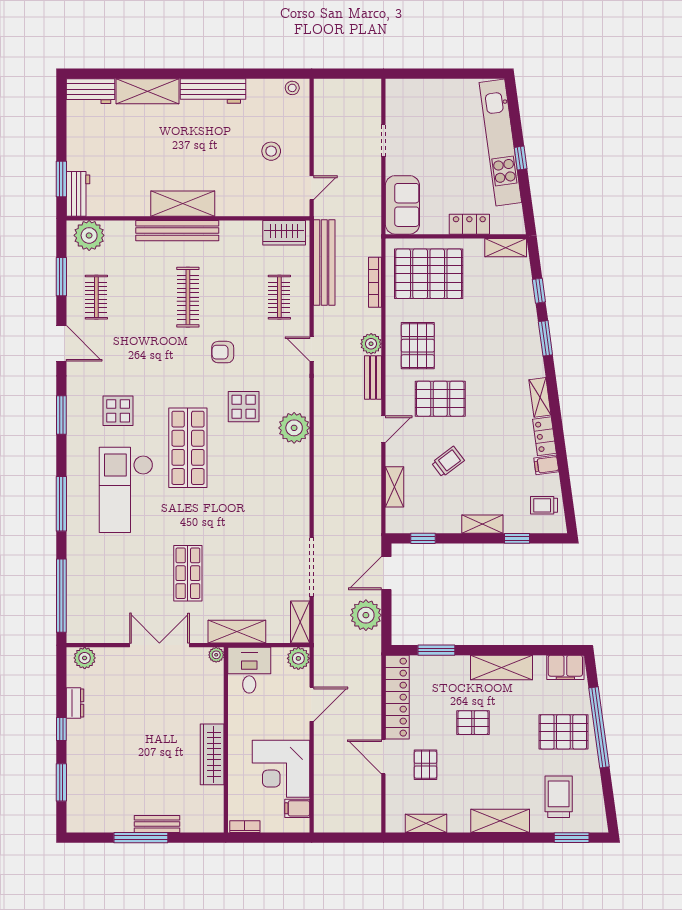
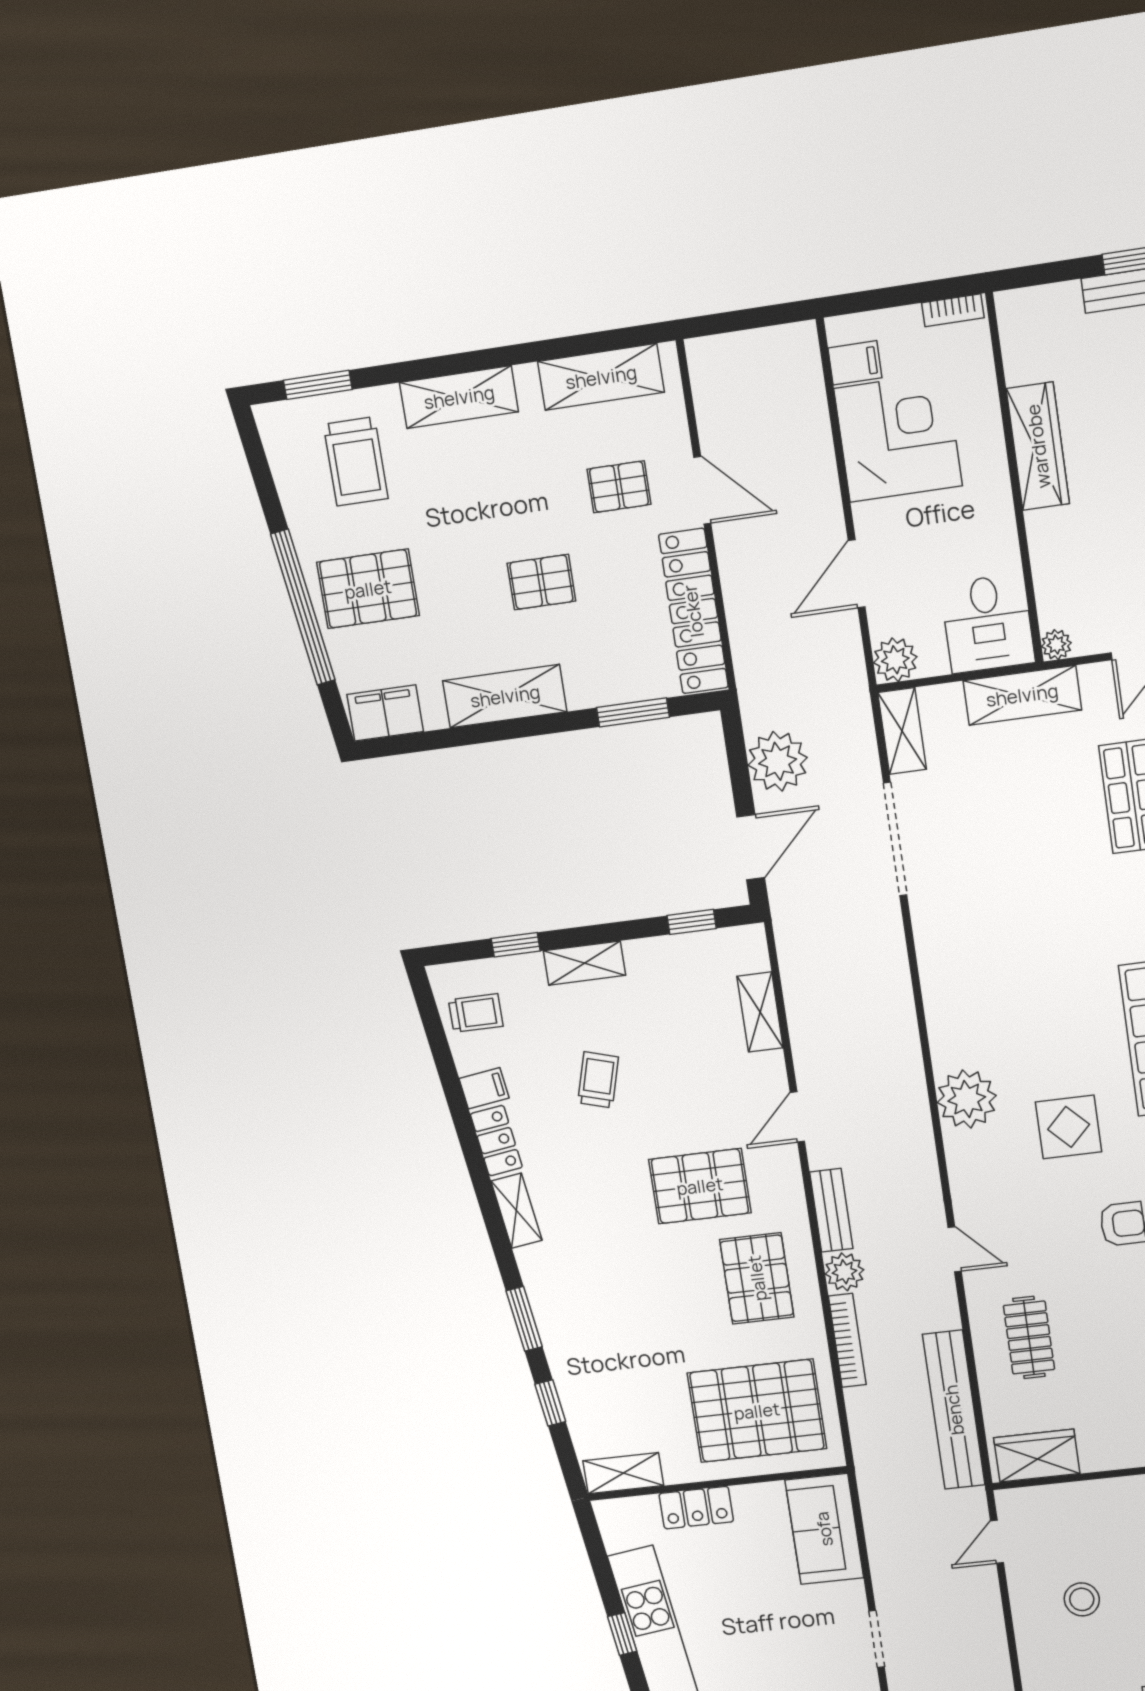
bookcase: (375, 282) -> (847, 1340), moved
trolley: (448, 462) -> (598, 1080), moved, turned 143
pallet: (426, 765) -> (619, 487), turned 90
shelving: (426, 823) -> (601, 377), width x1.50, depth x1.33

